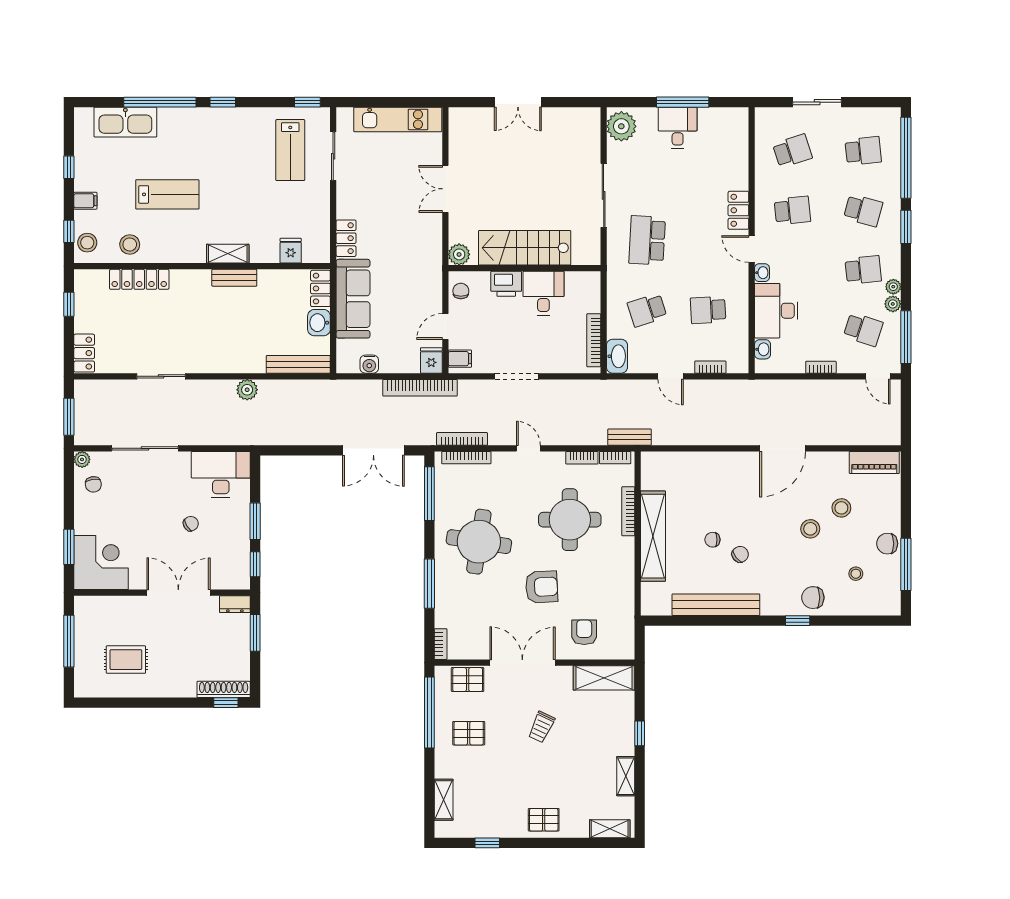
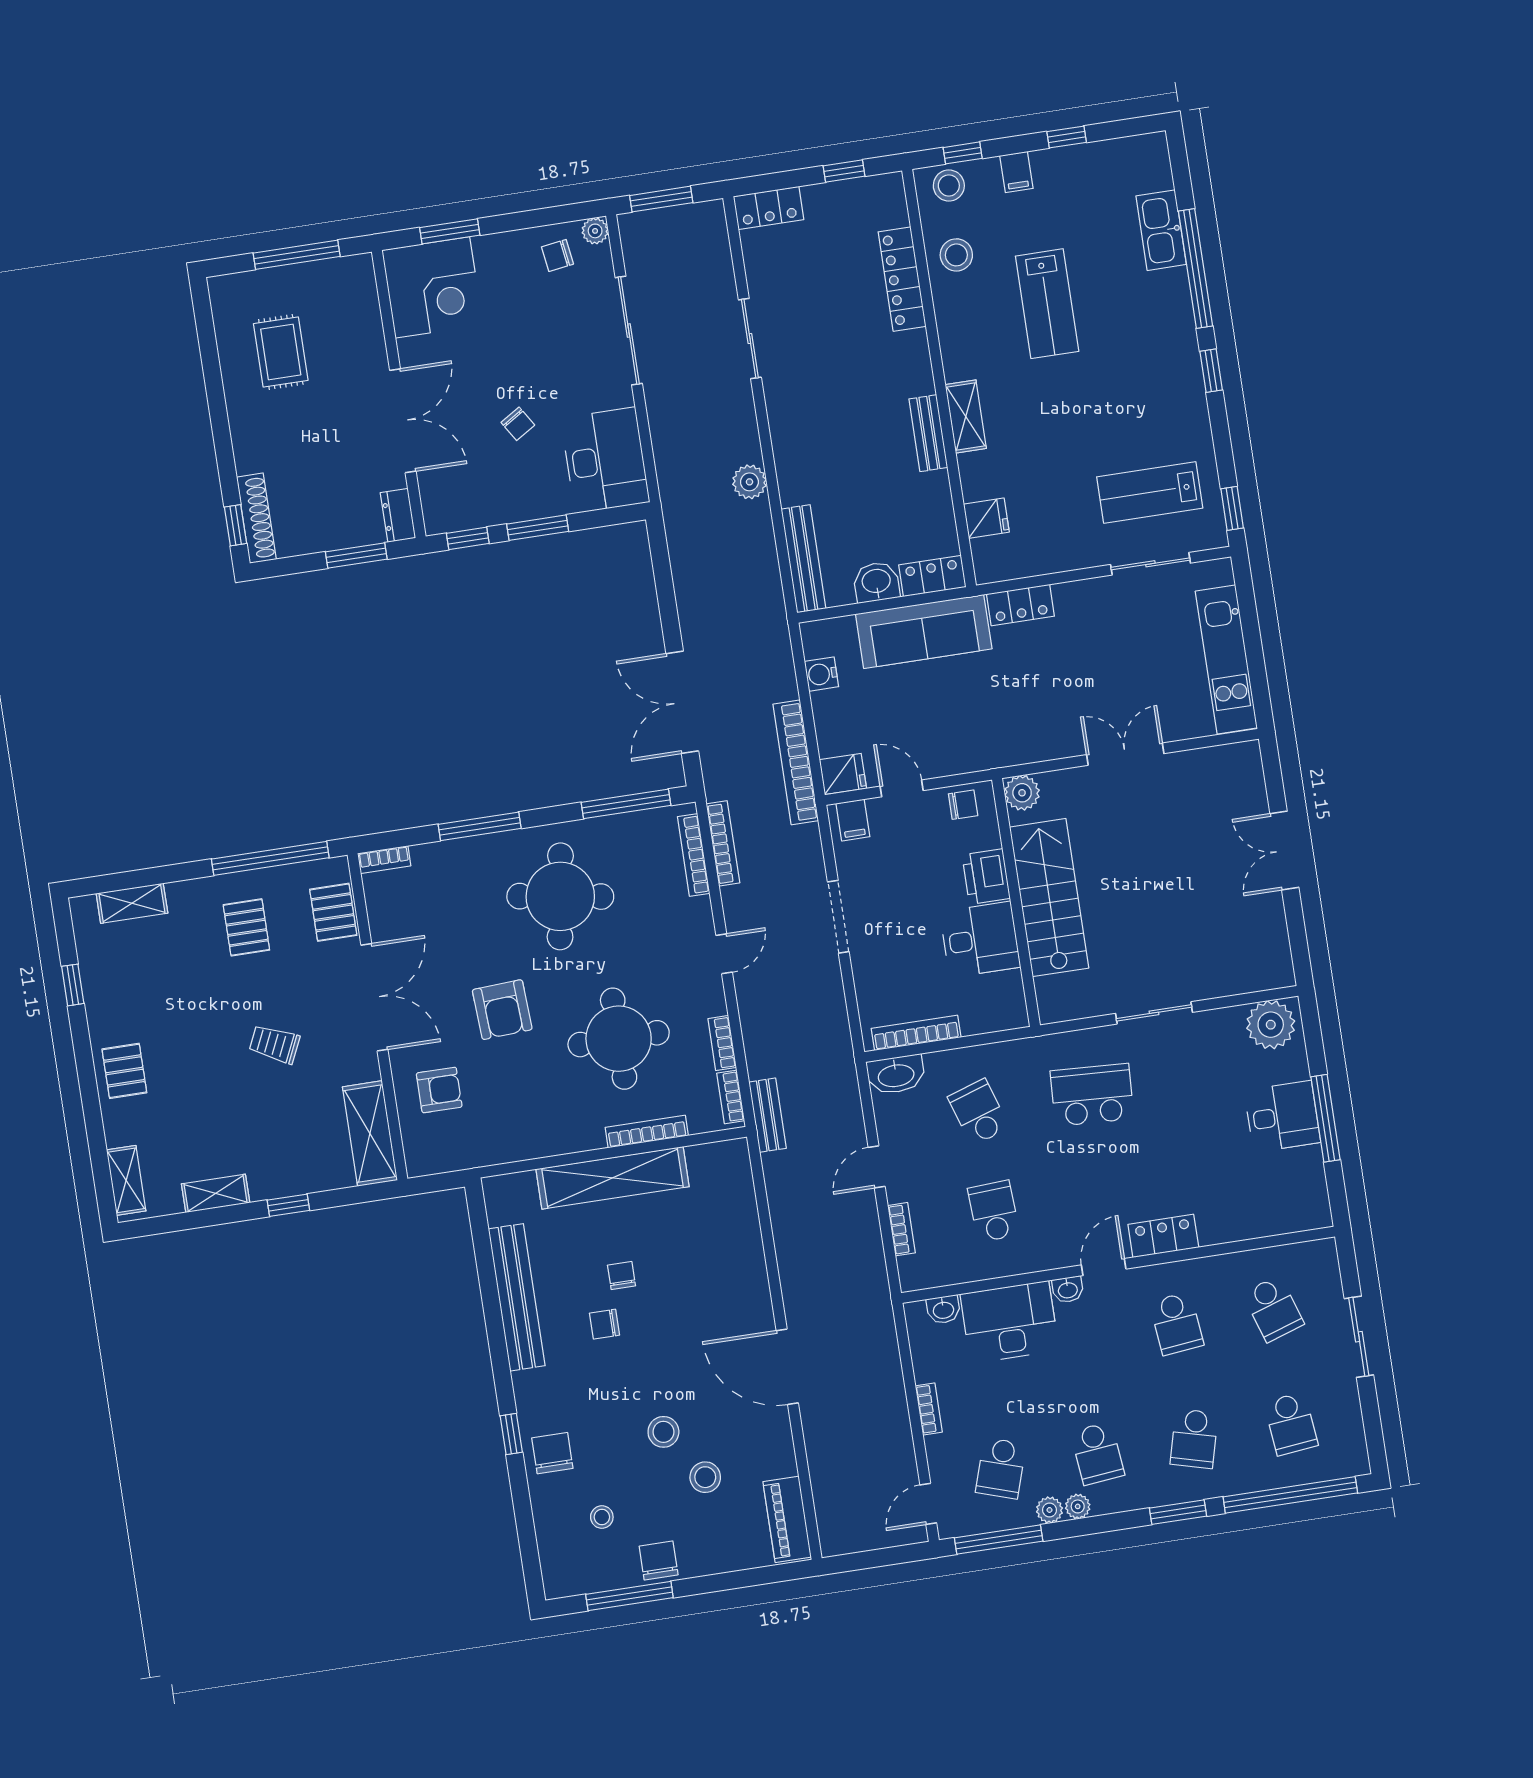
kitchen sink: (125, 122) -> (1161, 230), width x0.73, depth x0.81
sliding door: (604, 195) -> (1154, 1013), width x0.73
chair: (740, 554) -> (604, 1324), turned 128

